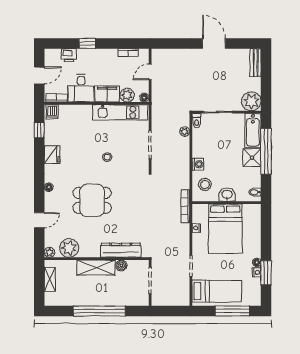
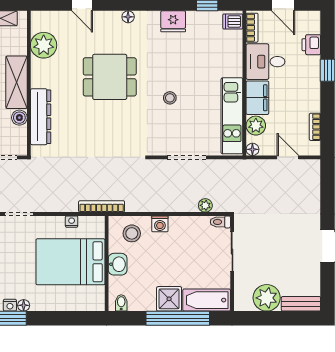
plant: (251, 101) -> (267, 298), moved
dining table: (92, 200) -> (110, 77), turned 90
plant: (49, 252) -> (38, 18), removed

